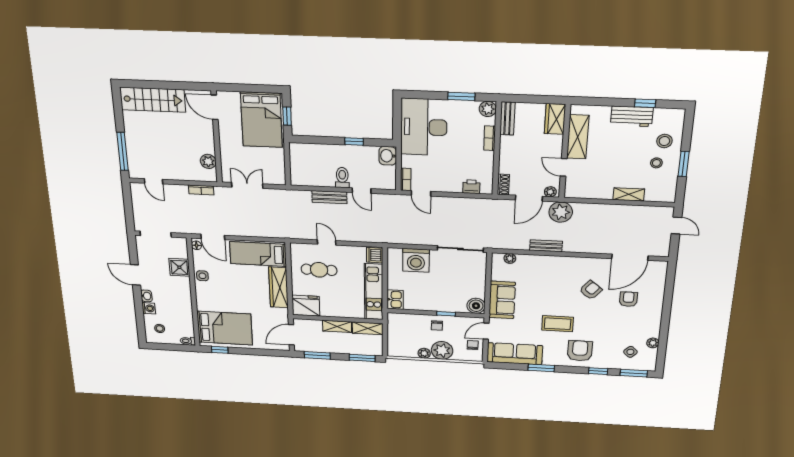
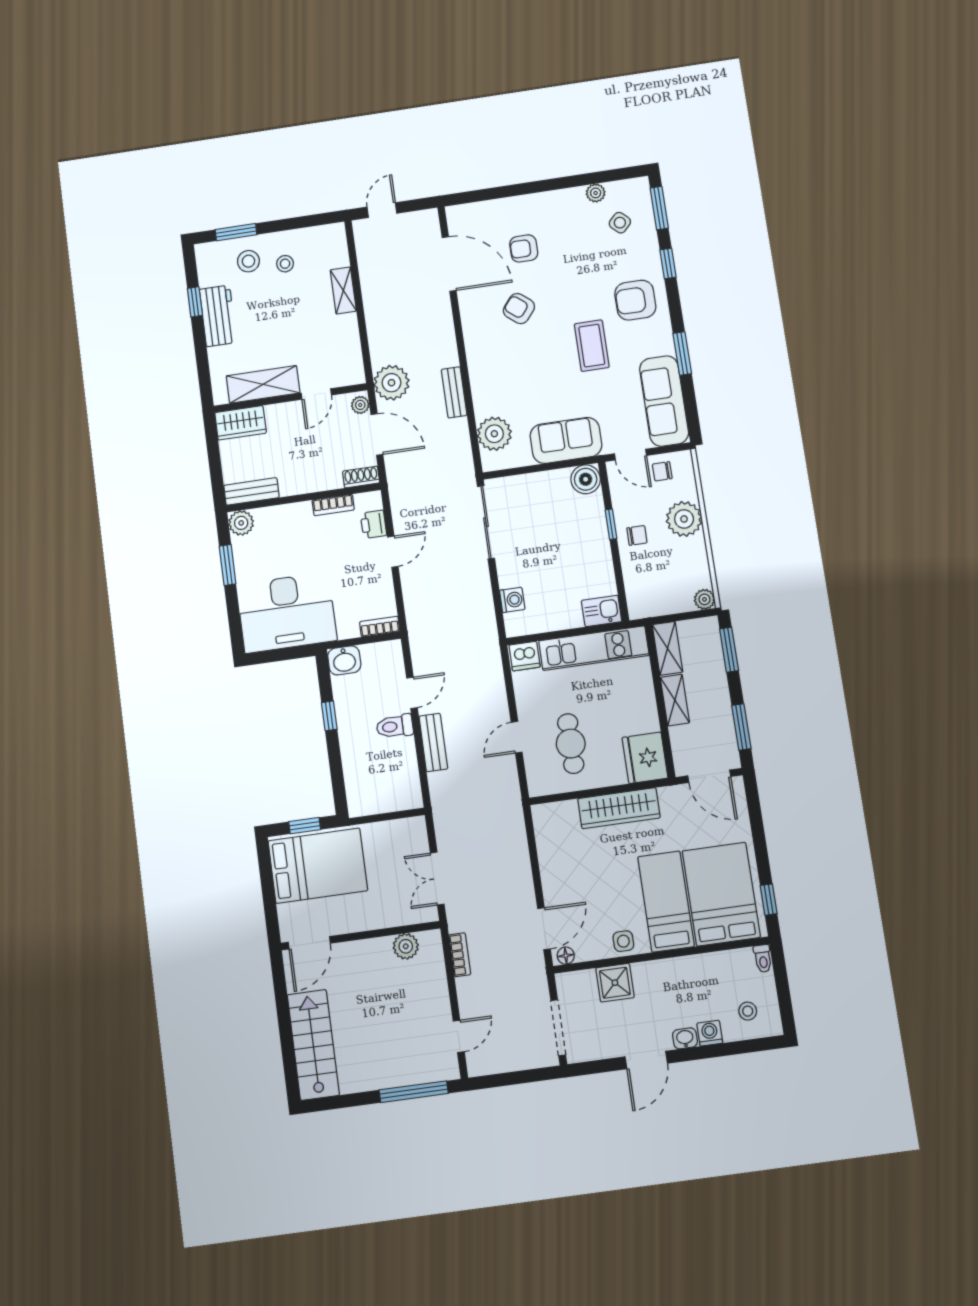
bookcase: (490, 138) -> (333, 505), moved
window: (684, 164) -> (236, 232), moved
door: (421, 193) -> (393, 552), moved
bed: (258, 254) -> (666, 902), moved, turned 180
plant: (510, 258) -> (494, 434), width x1.87, depth x1.87
washing machine: (416, 260) -> (512, 600), width x0.53, depth x0.53
plant: (424, 353) -> (704, 599), moved

